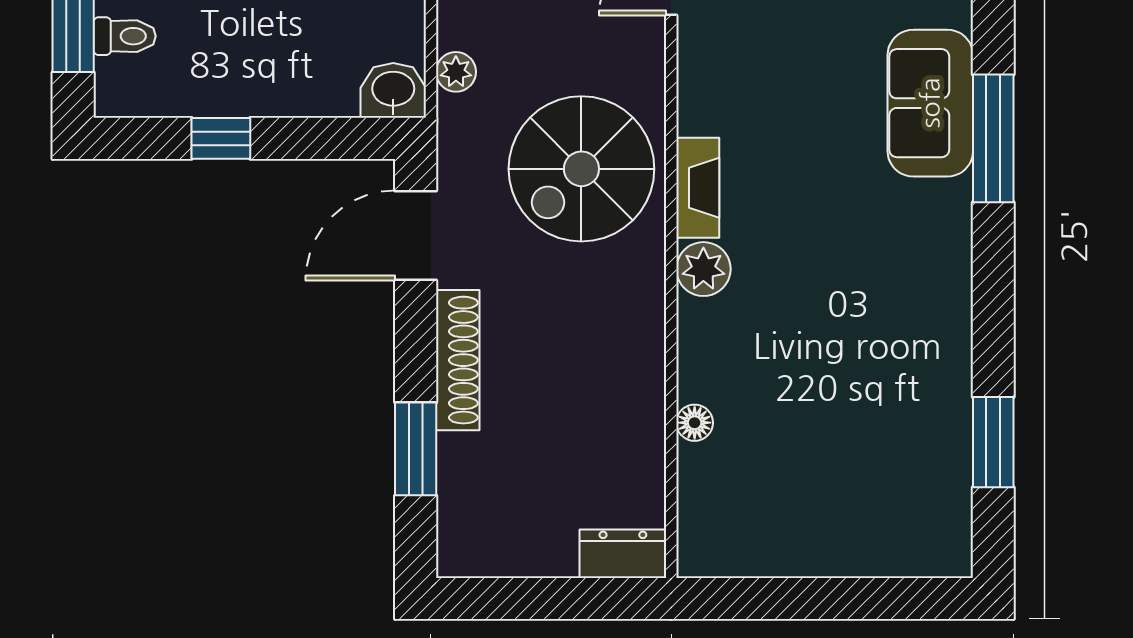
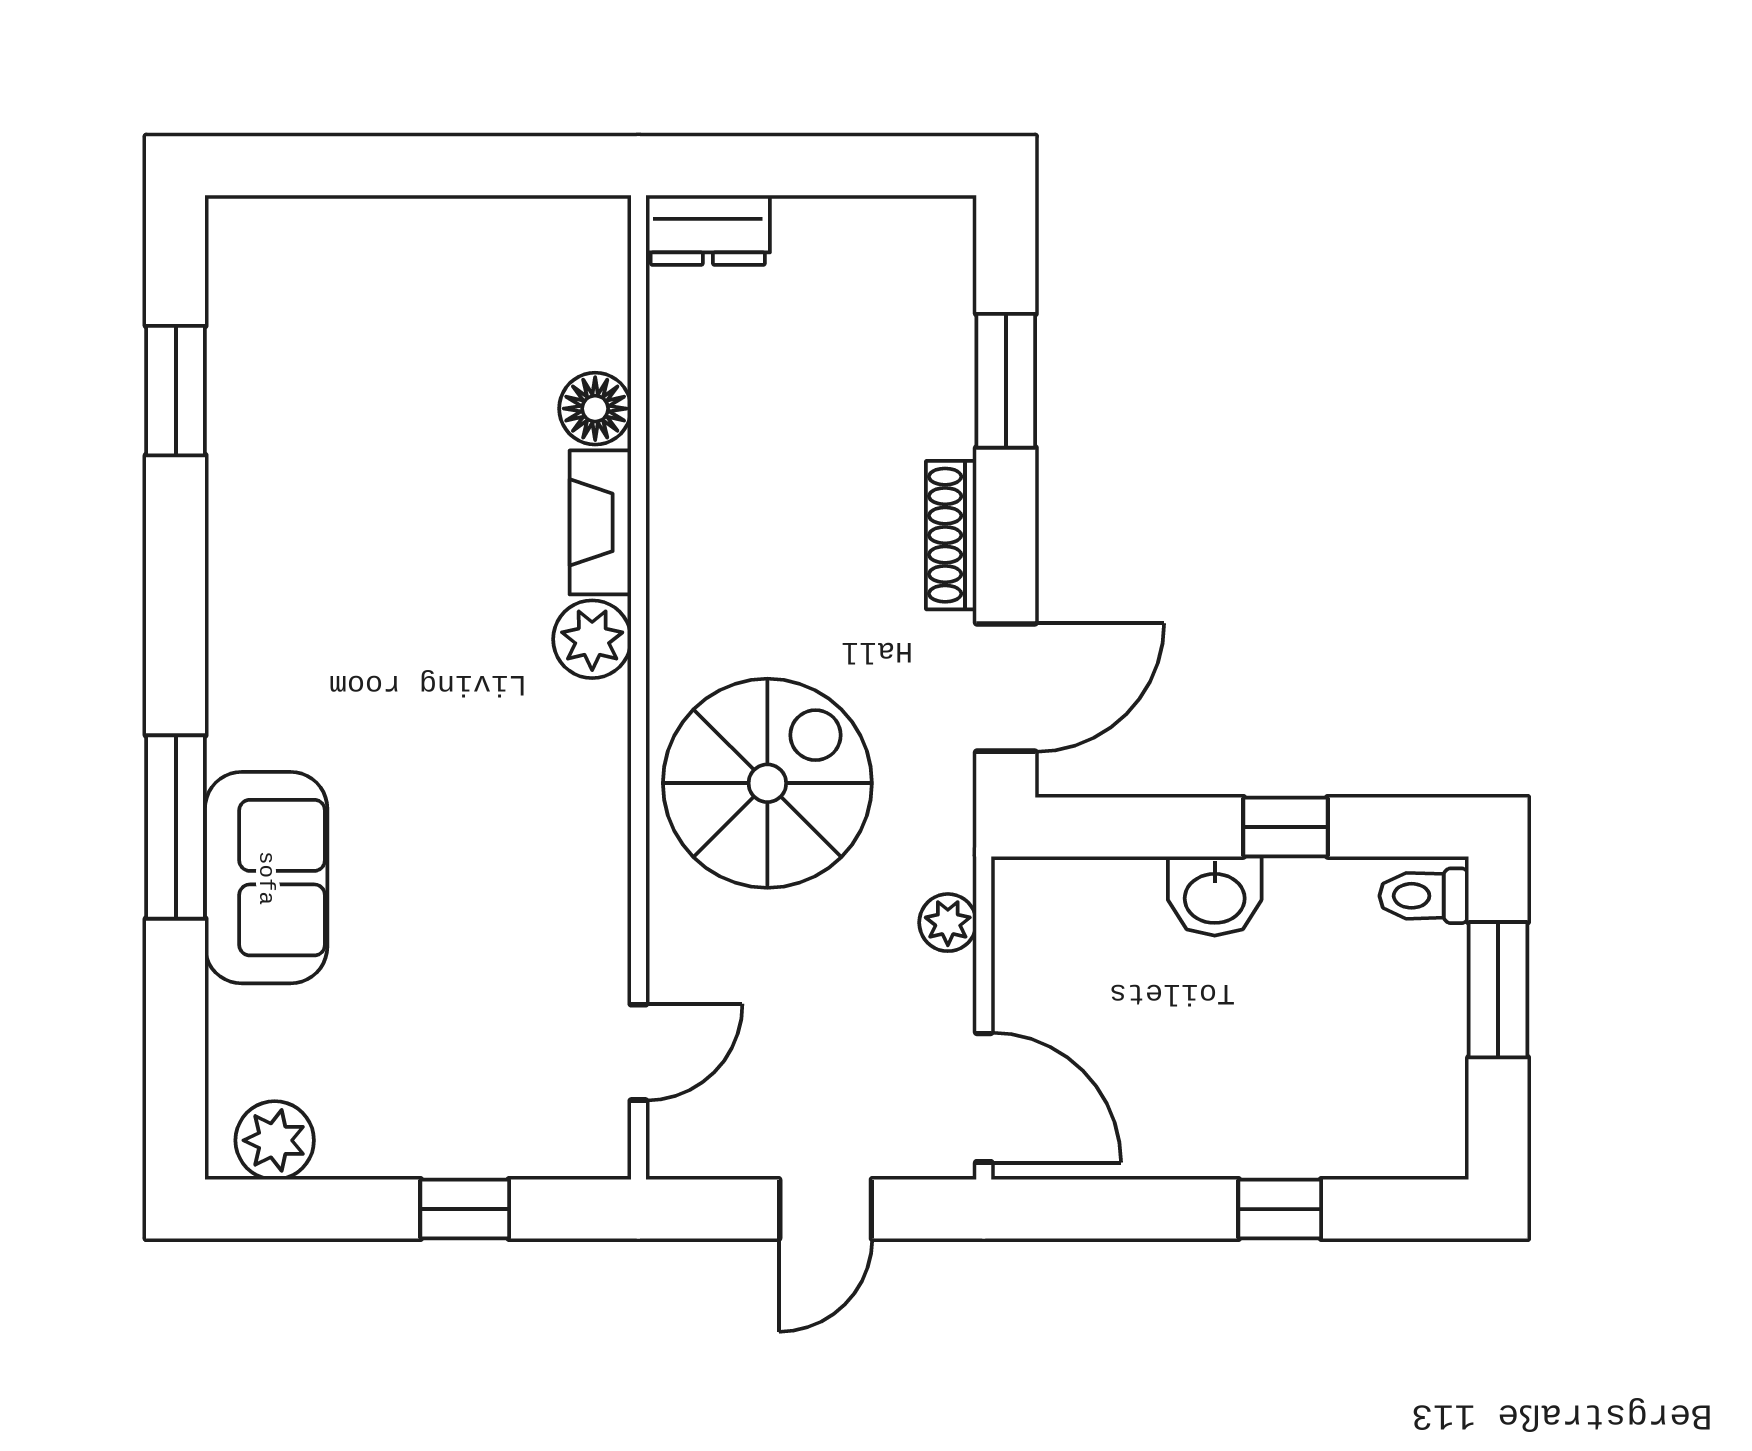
toilet: (125, 36) -> (1424, 896), moved
washbasin: (393, 90) -> (1215, 896), moved
fireplace: (698, 188) -> (600, 522), moved
shoe rack: (458, 360) -> (951, 535), width x0.74, depth x0.81
floor lamp: (695, 423) -> (595, 409), width x1.37, depth x1.37

